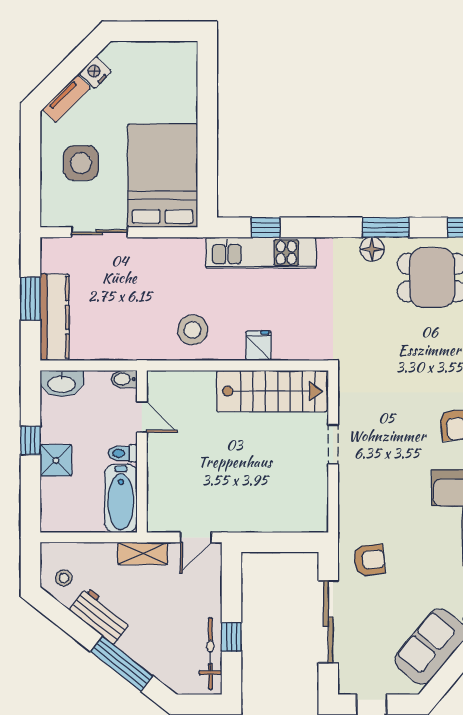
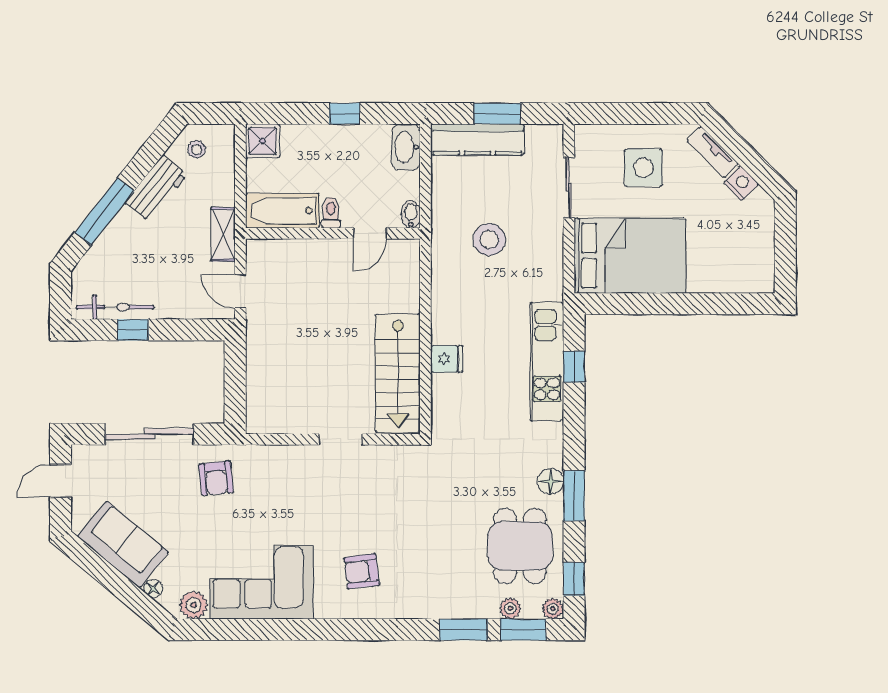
stool: (193, 330) -> (489, 239), moved
shower: (56, 460) -> (263, 141), moved

